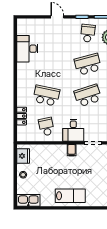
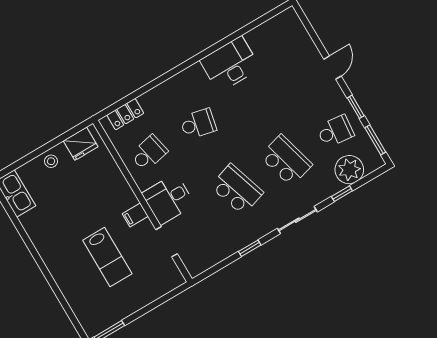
desk: (27, 49) -> (230, 64), moved
school desk: (46, 95) -> (198, 124), width x0.54
locker: (22, 116) -> (125, 114), moved
lab bench: (70, 196) -> (107, 257), moved

